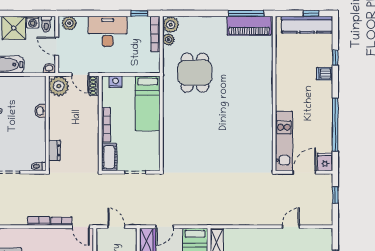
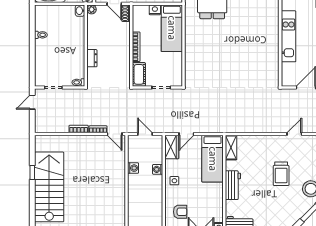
nightstand: (116, 82) -> (155, 10), moved
plant: (59, 86) -> (92, 9), width x0.53, depth x0.53
washbasin: (40, 111) -> (80, 11), moved
kitchen unit: (284, 141) -> (288, 36), moved
dresser: (54, 150) -> (92, 58), moved

